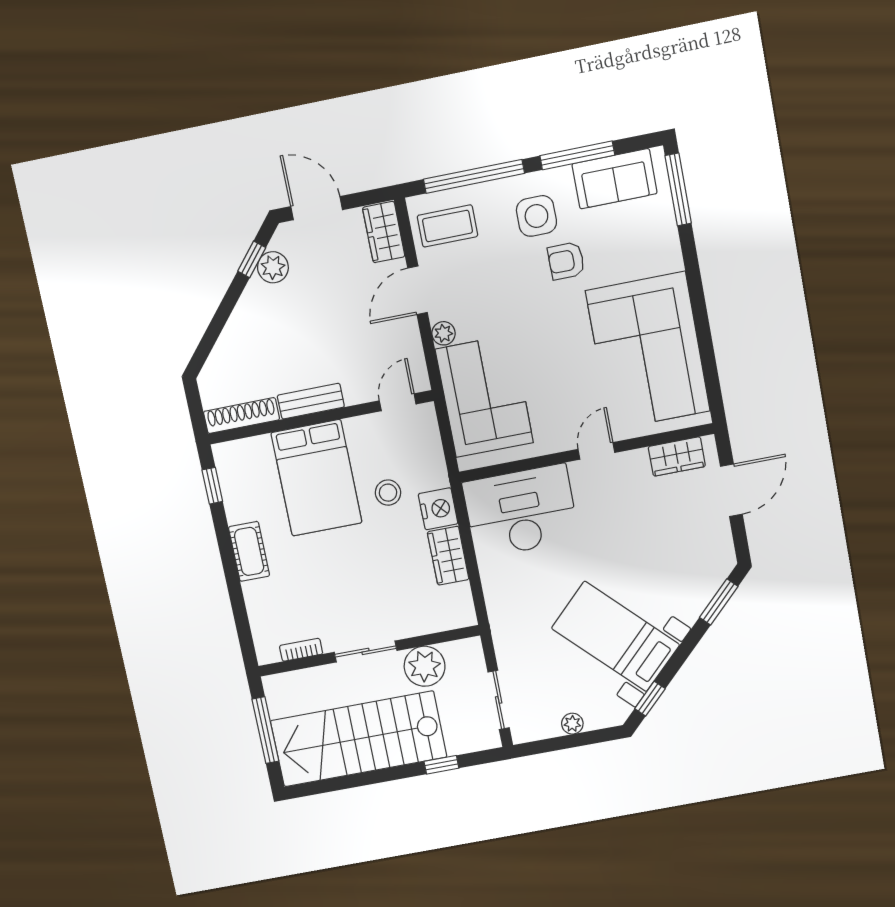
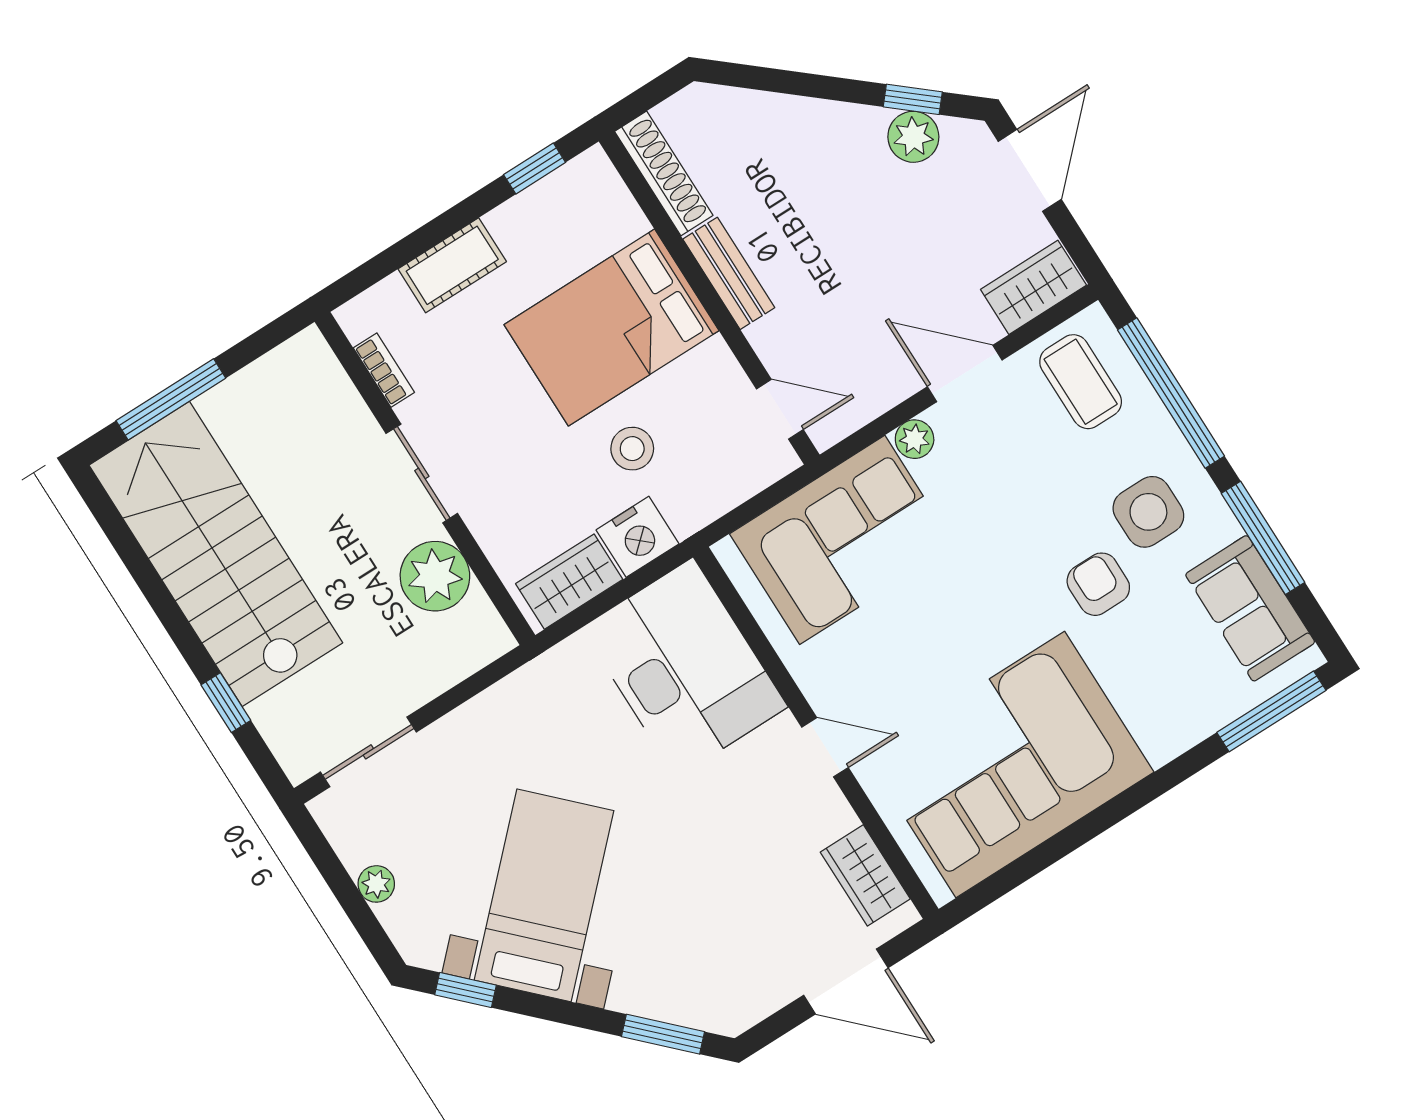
bookcase: (301, 650) -> (384, 370), moved
sliding door: (366, 651) -> (422, 473), moved
wall: (369, 651) -> (425, 478), moved
plant: (425, 666) -> (435, 576), moved

